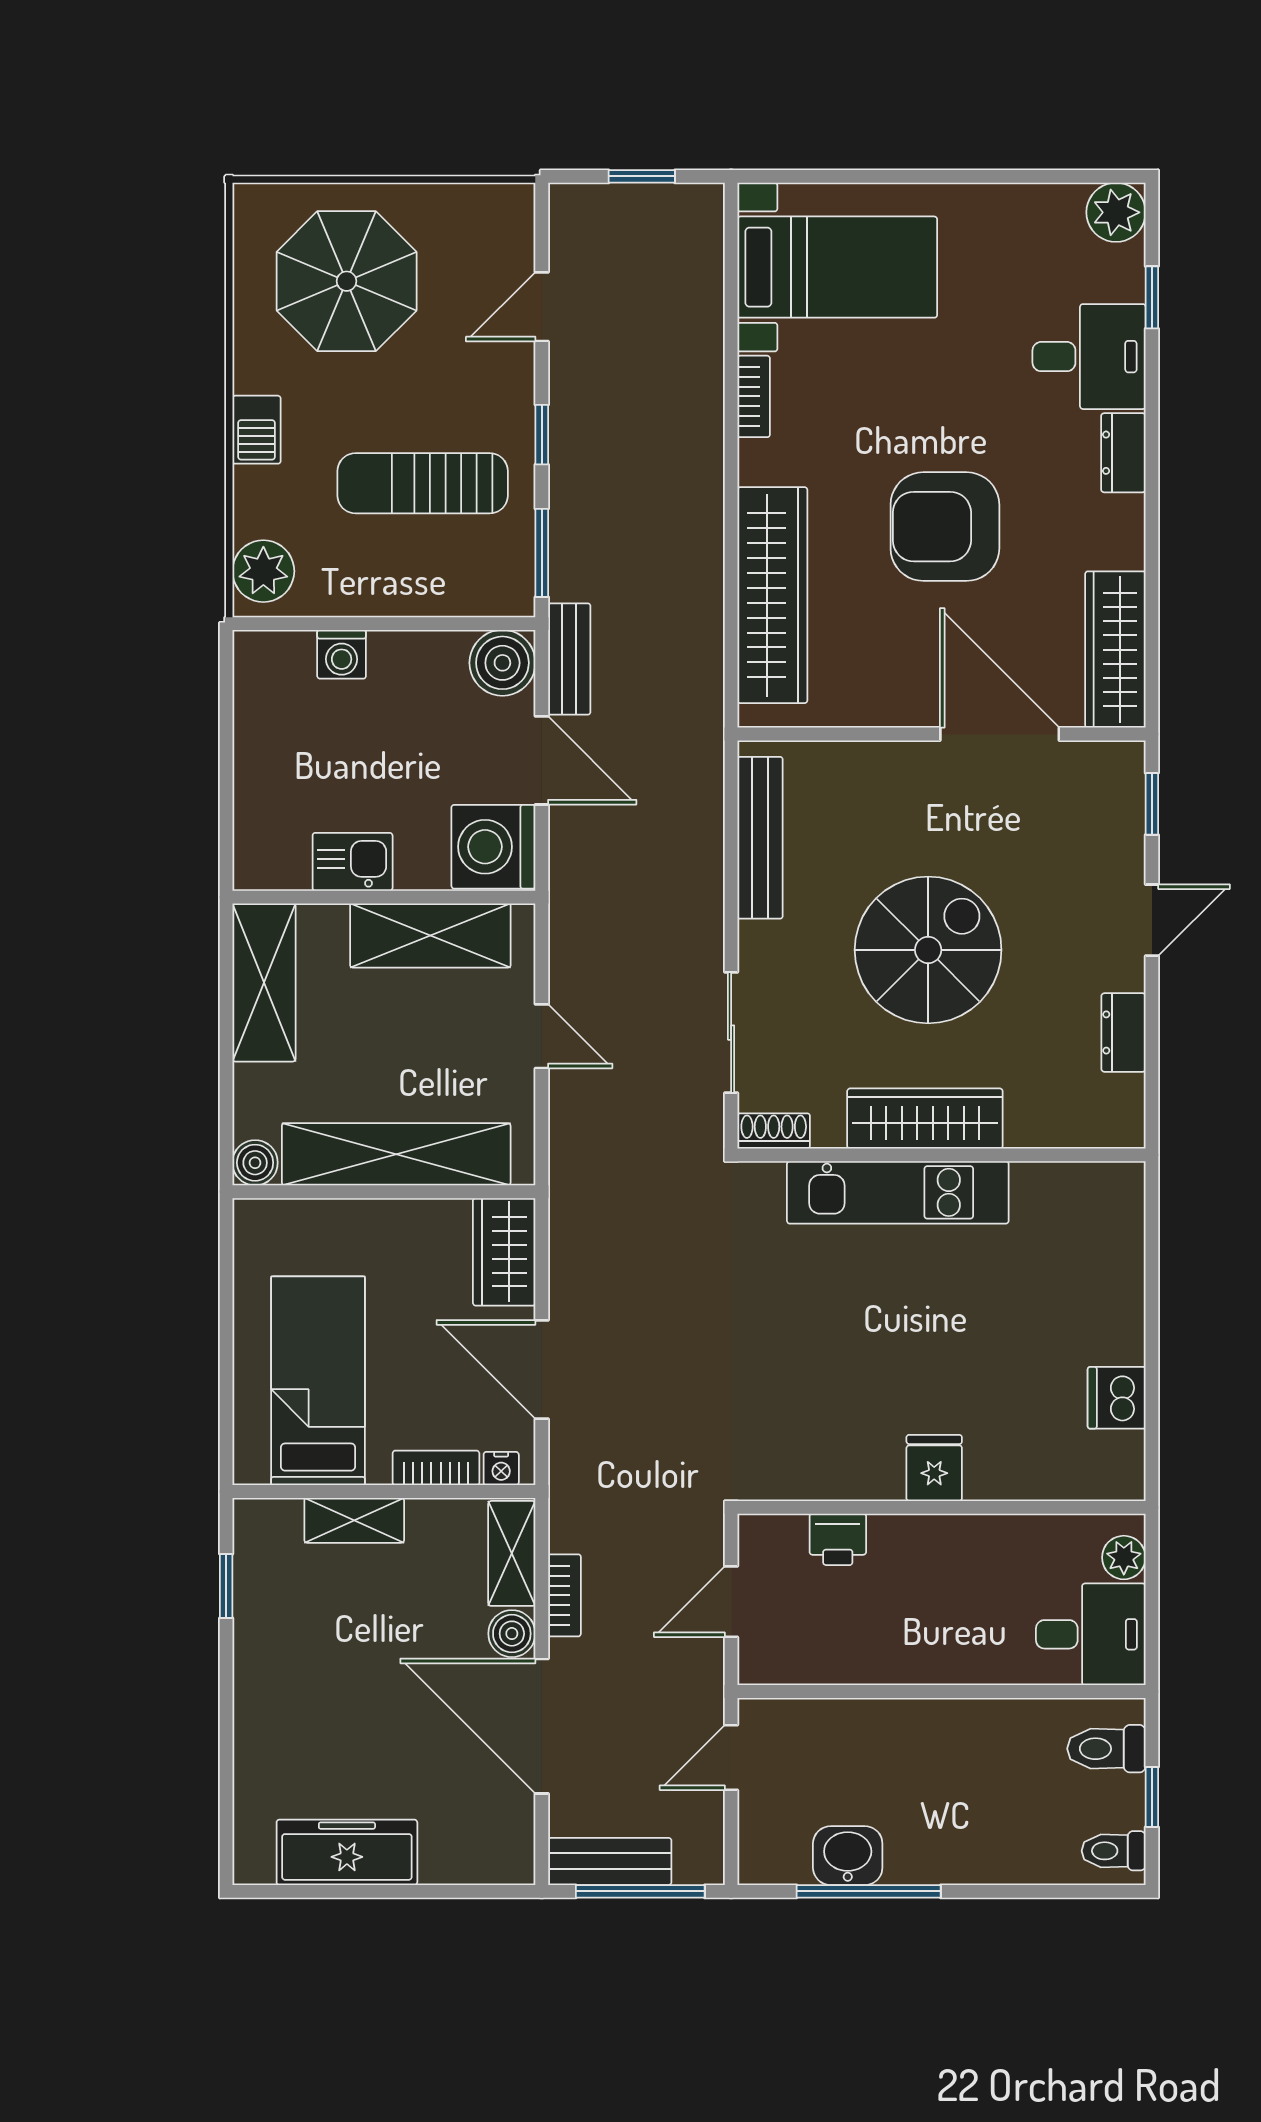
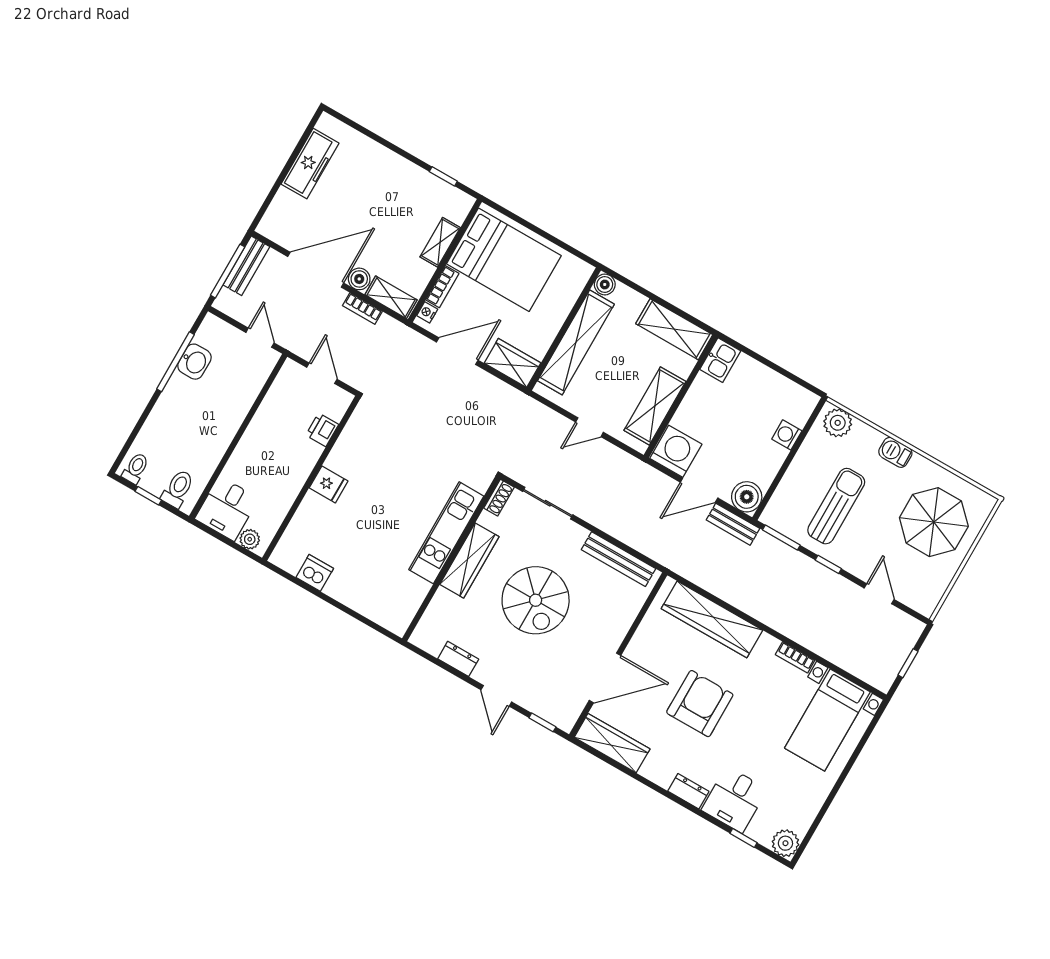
kitchen sink: (353, 862) -> (720, 360), moved
bed: (318, 1381) -> (504, 260), width x1.50

